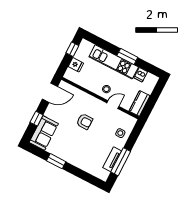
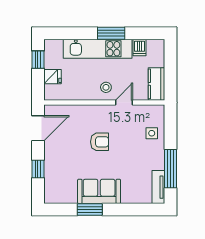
sofa: (44, 133) -> (99, 191), moved, turned -90
tv unit: (112, 159) -> (158, 187), moved

